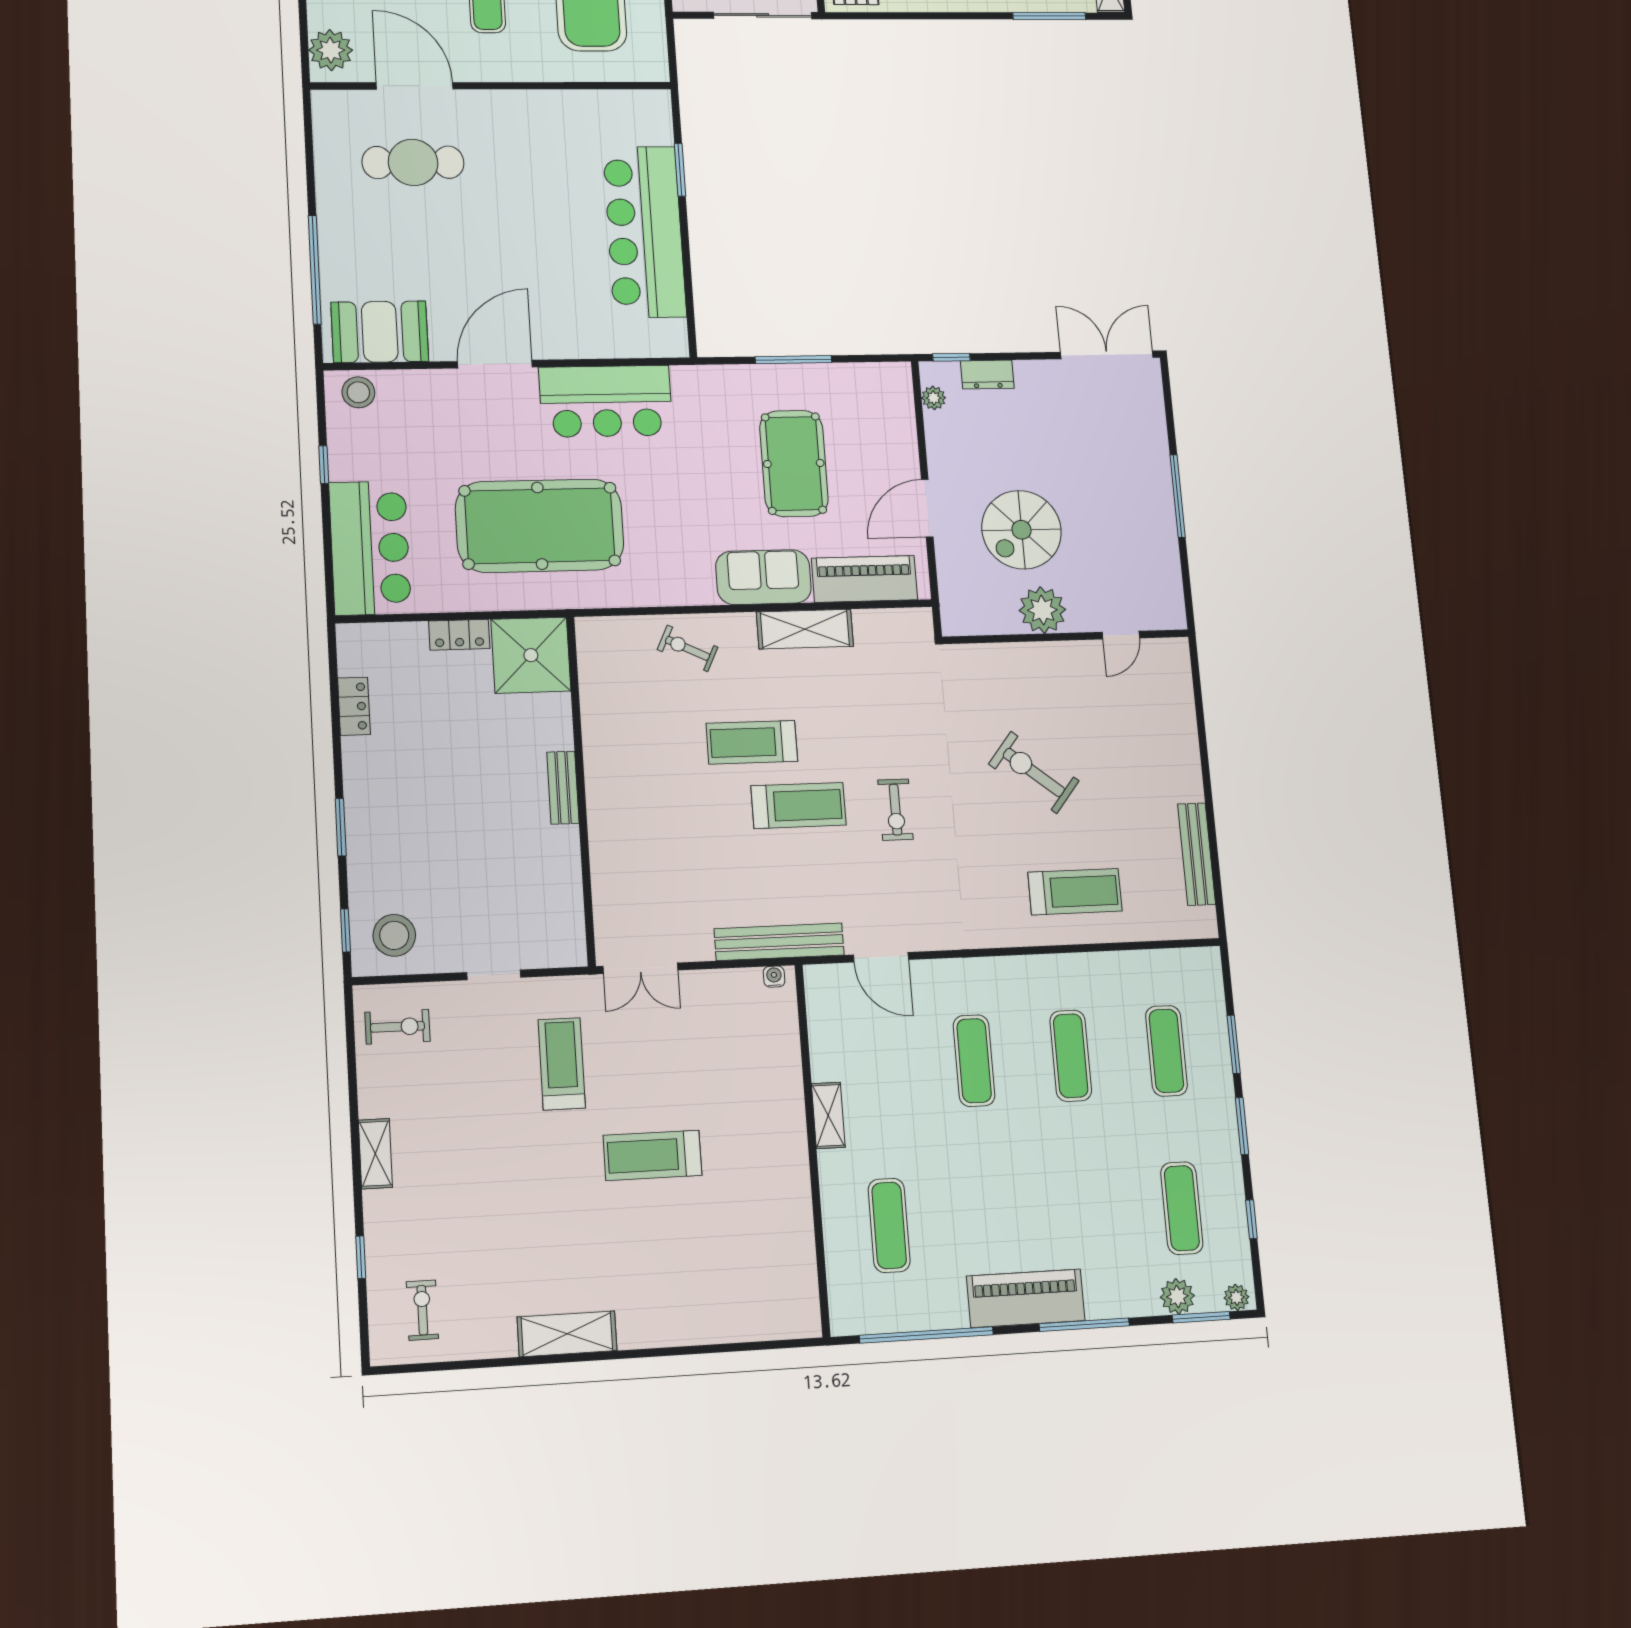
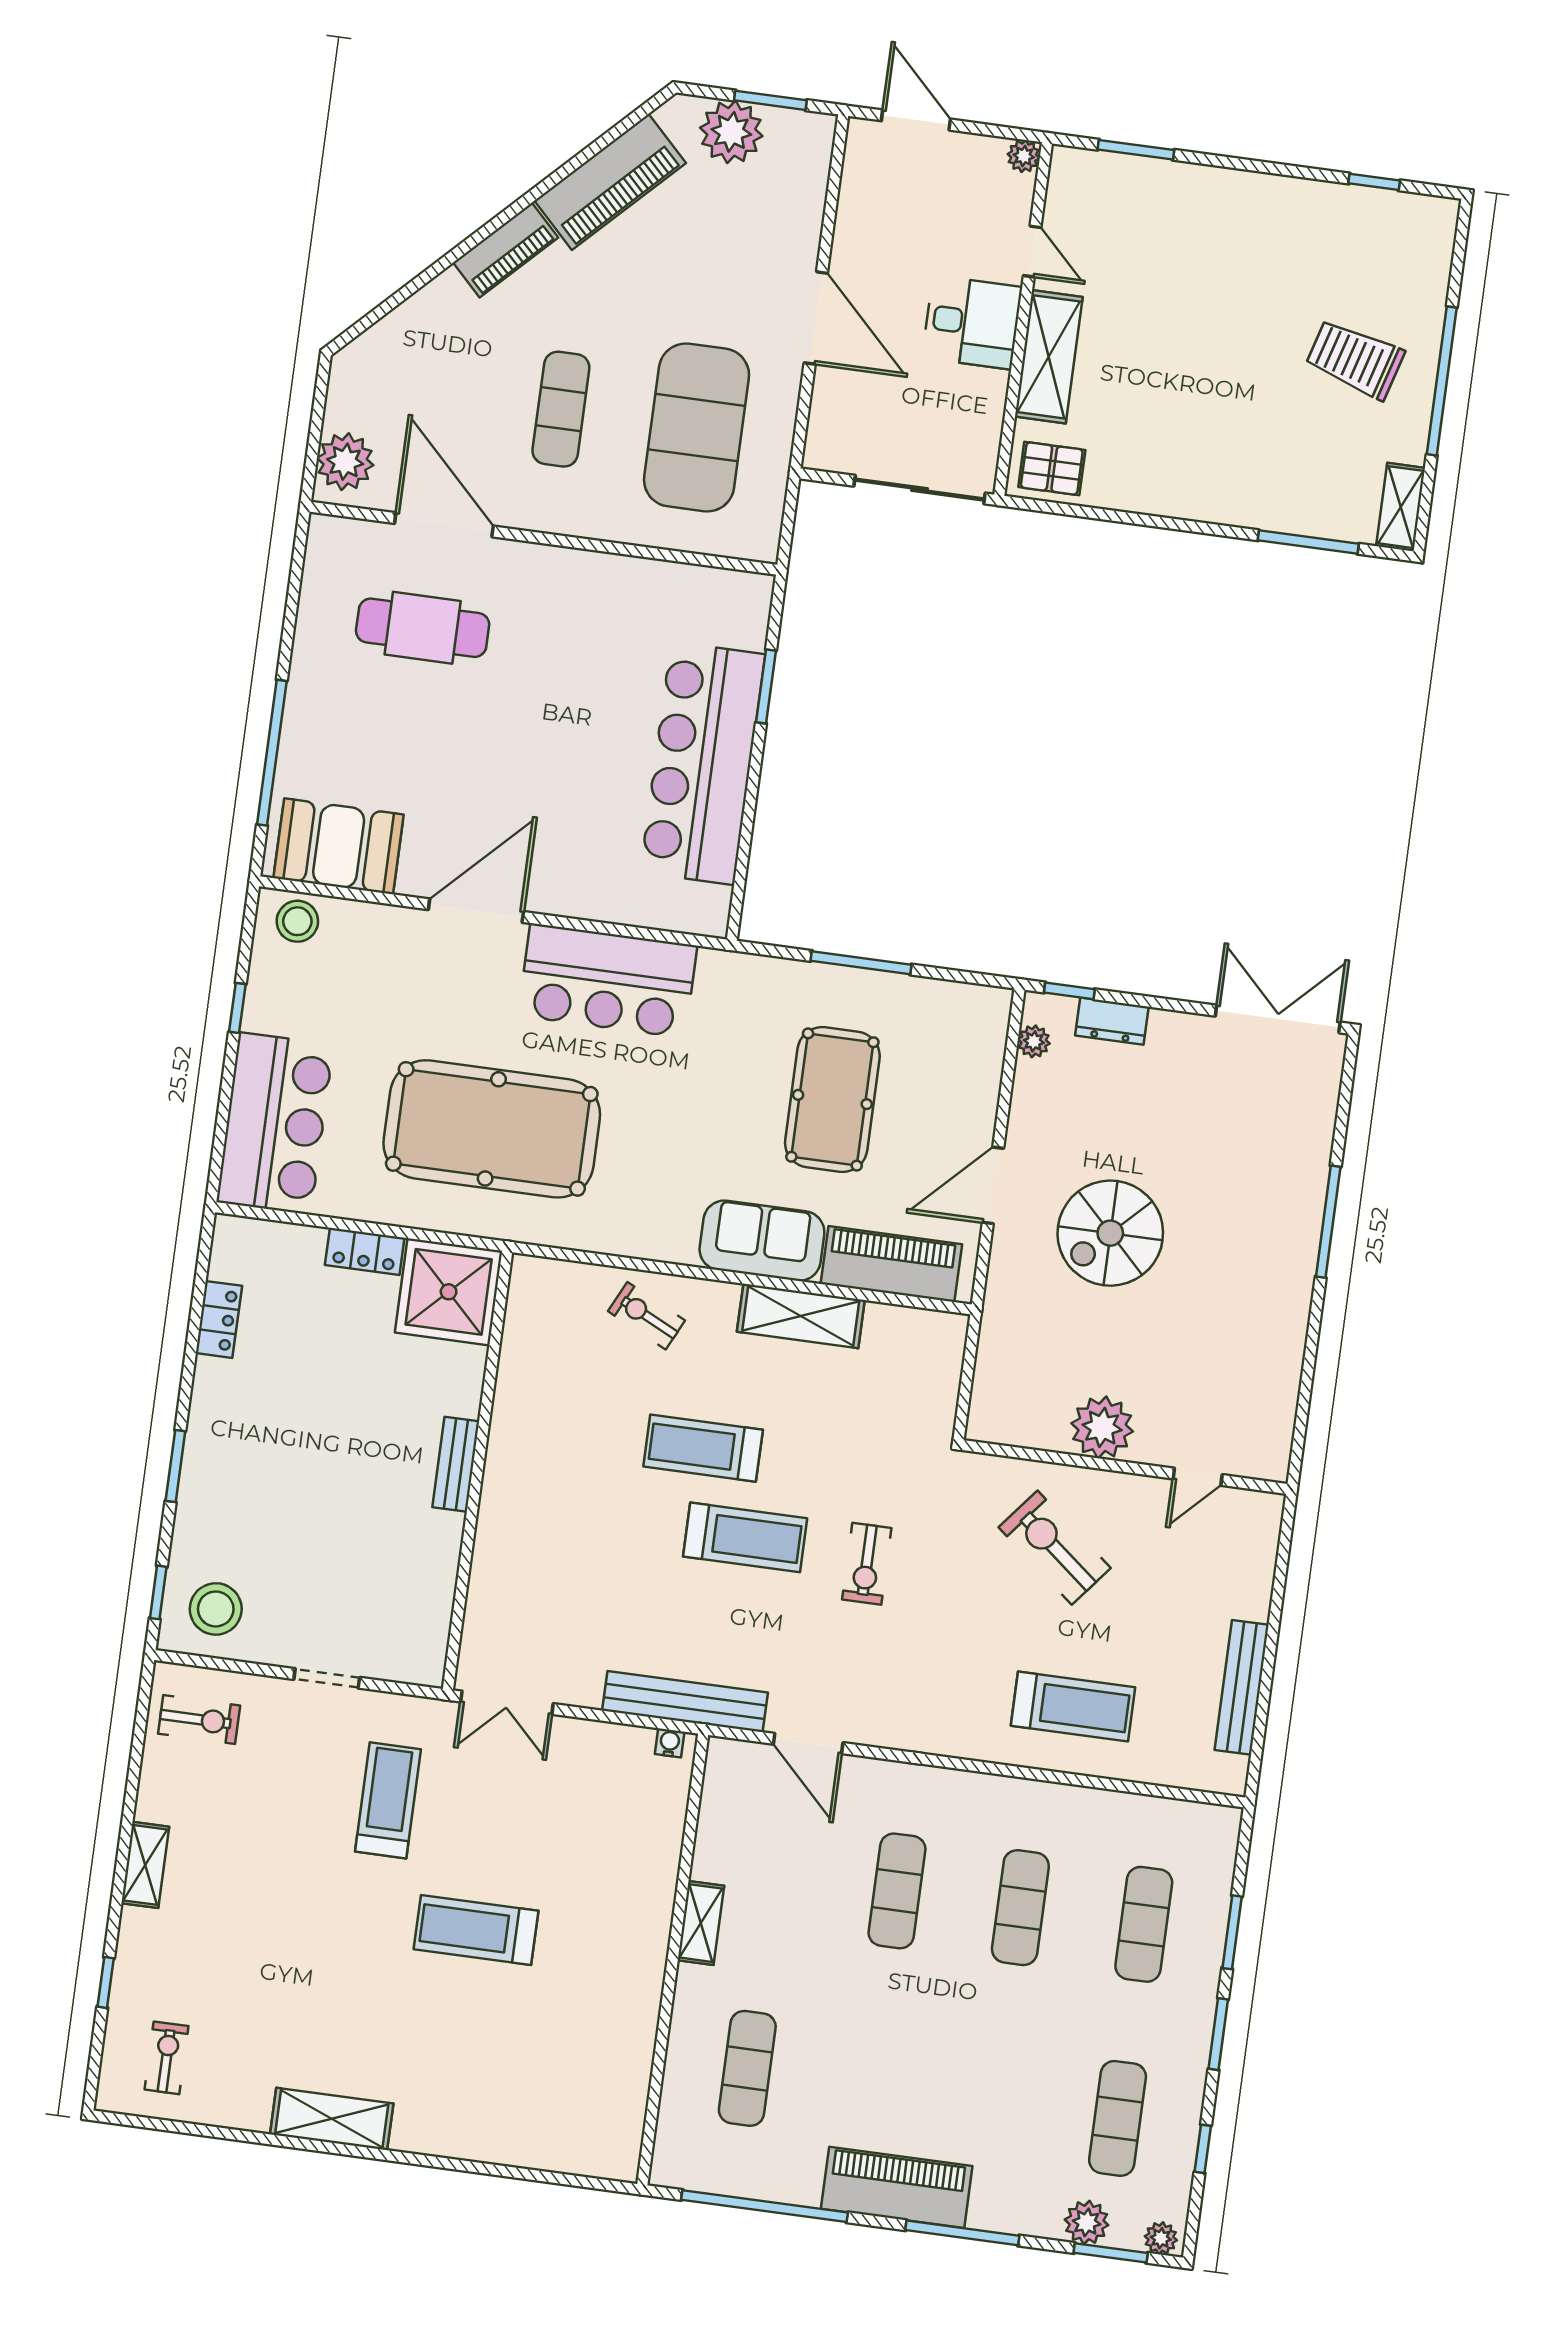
plant: (1042, 610) -> (1102, 1427), moved
door: (1121, 635) -> (1198, 1477), moved
wall: (1066, 637) -> (1125, 1467), moved

